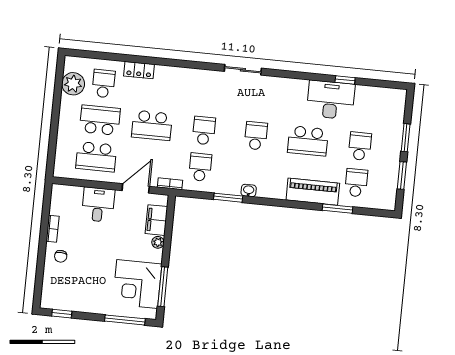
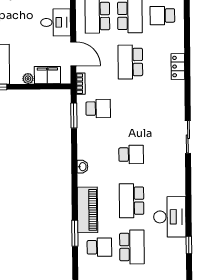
locker: (139, 70) -> (178, 67), moved
window: (345, 80) -> (189, 245), moved
school desk: (104, 84) -> (162, 16), turned 180
school desk: (204, 131) -> (131, 108), removed
school desk: (360, 146) -> (132, 247), width x1.85
washbasin: (249, 190) -> (82, 167), moved
window: (228, 198) -> (74, 116), moved

